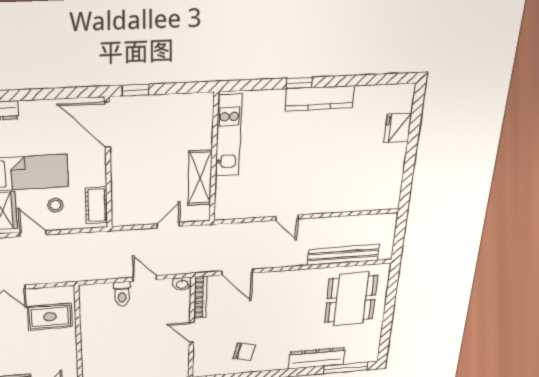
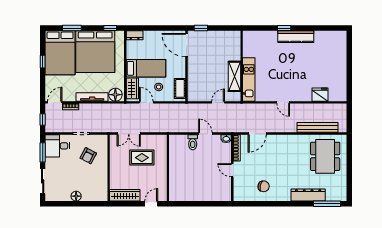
fridge: (398, 128) -> (320, 95), moved, turned 90
kitchen unit: (229, 135) -> (249, 79), moved
door: (237, 272) -> (257, 134), hinge flipped
rug: (50, 317) -> (142, 158), moved

